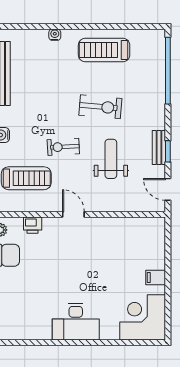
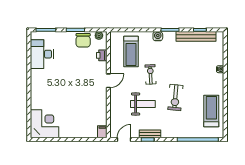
treadmill: (104, 50) -> (211, 111), moved
filing cabinet: (156, 277) -> (102, 132), moved
desk: (76, 322) -> (42, 54), moved

